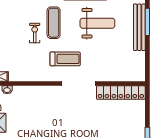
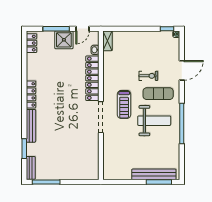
weight bench: (97, 23) -> (154, 121), moved, turned -90
locker: (121, 93) -> (92, 78), moved

